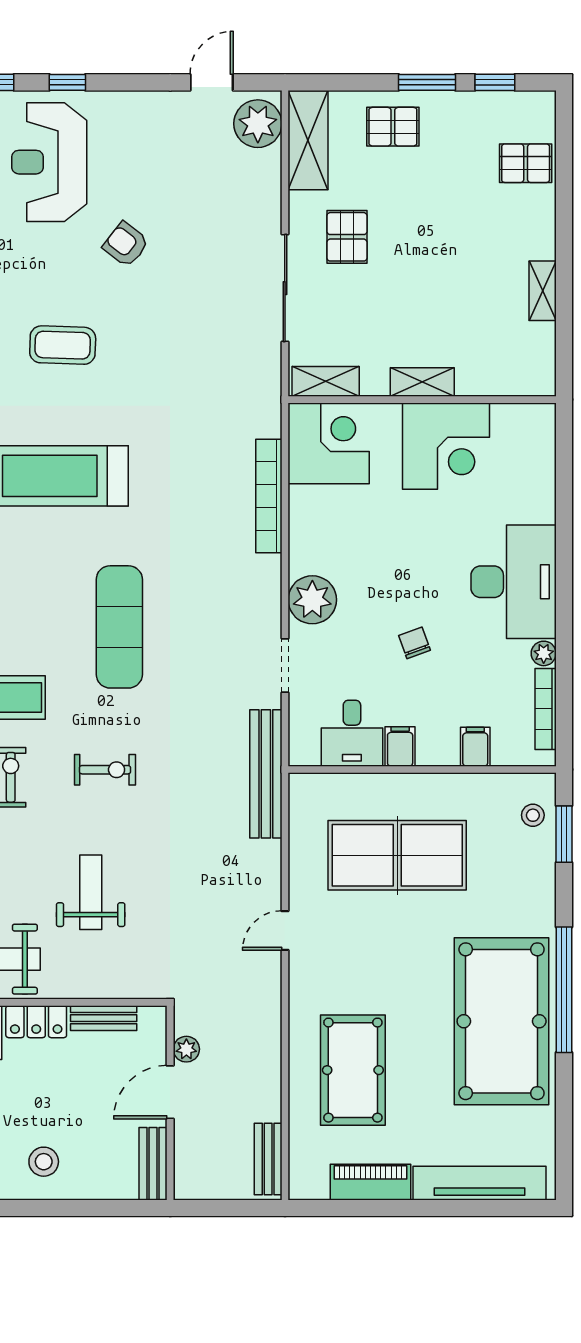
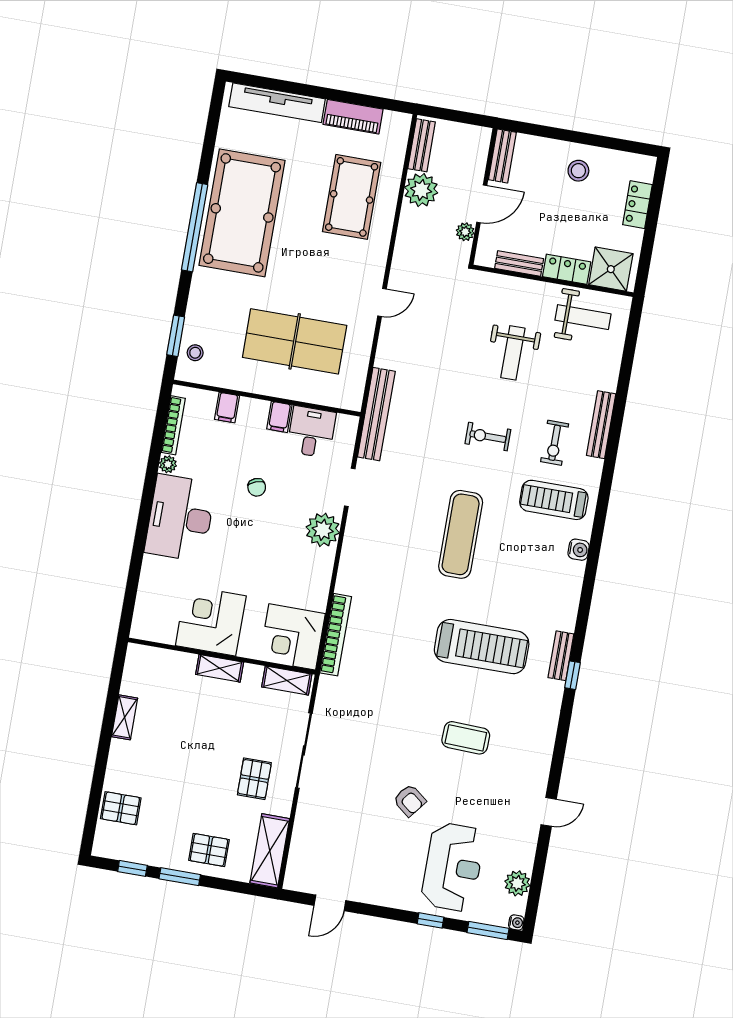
plant: (258, 124) -> (421, 190), moved
bookcase: (269, 496) -> (336, 635), moved

